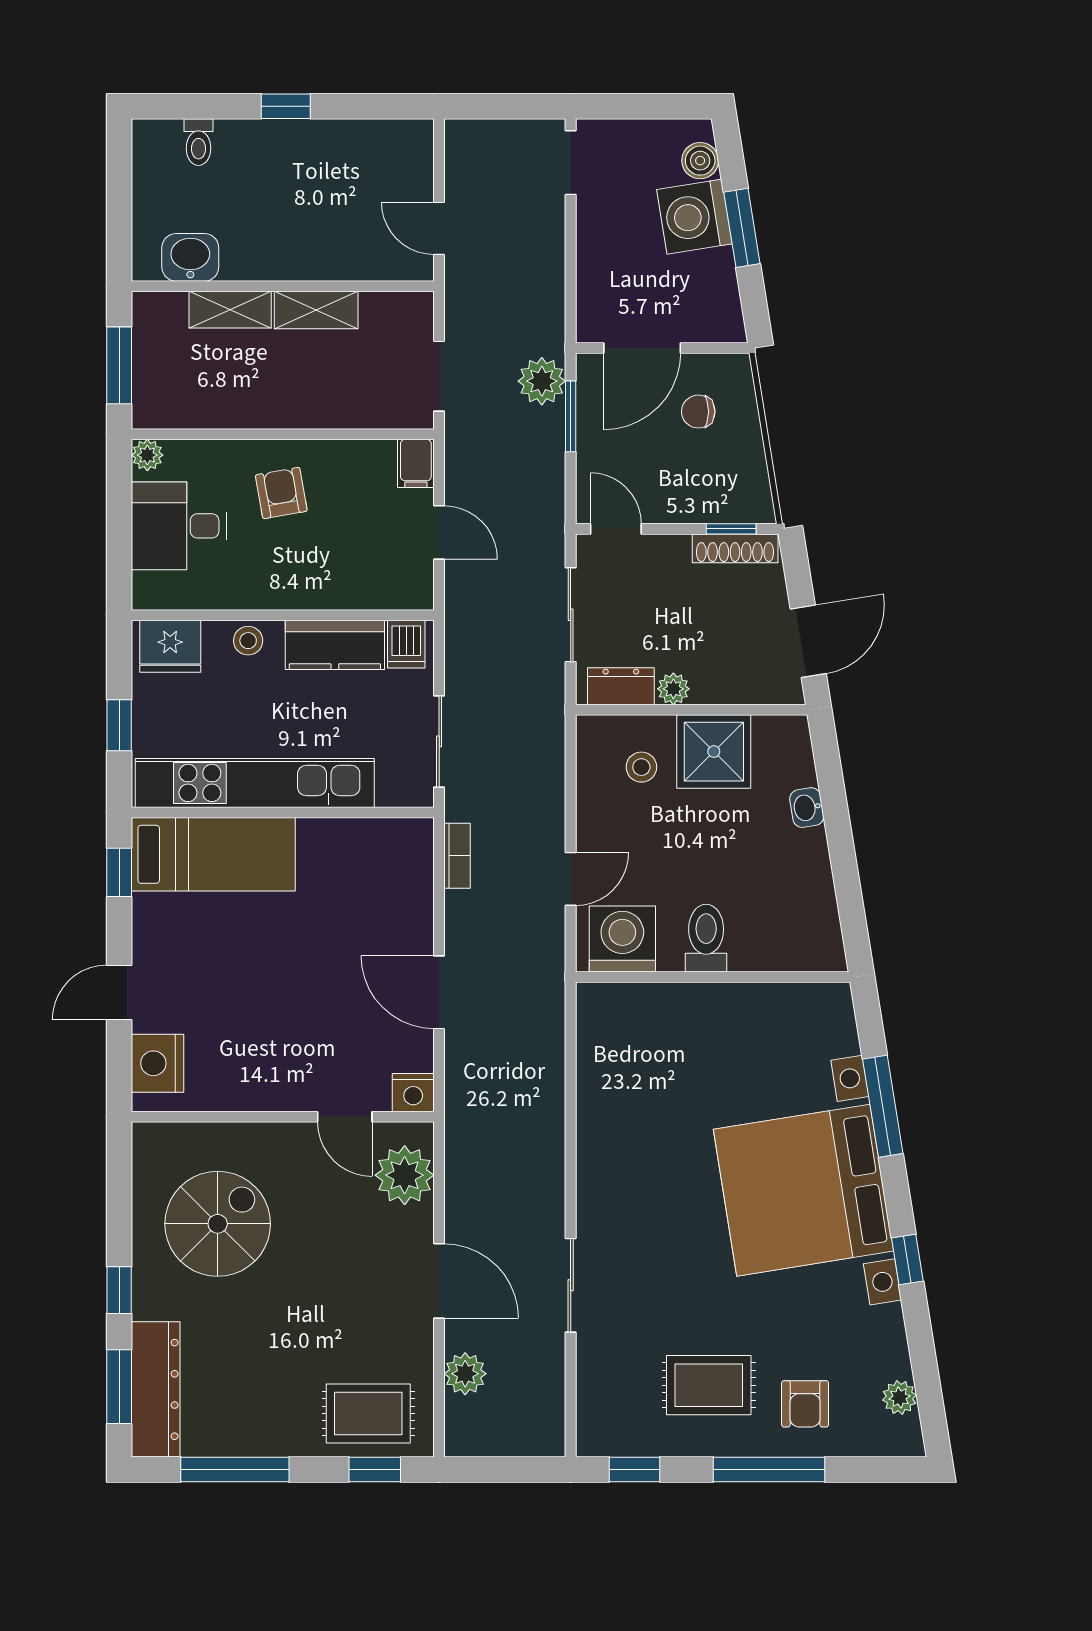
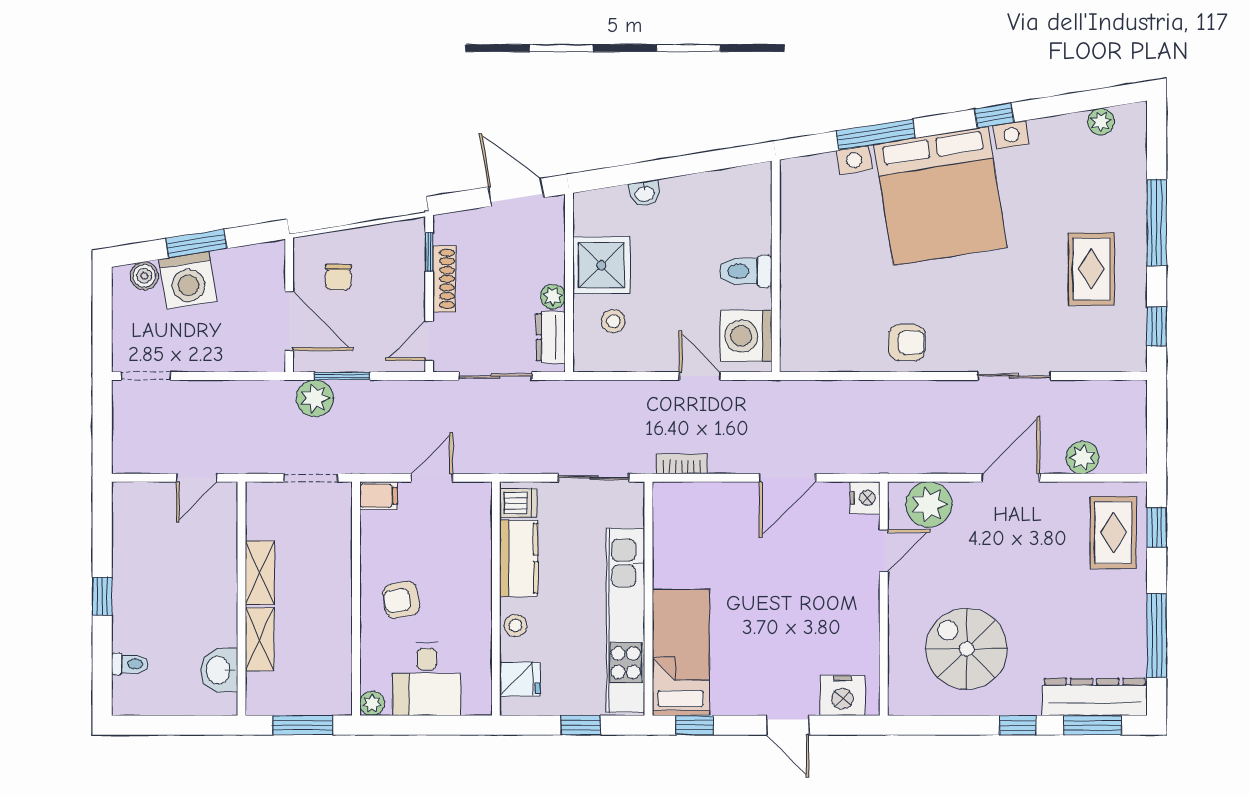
shoe rack: (735, 548) -> (444, 279), moved
fridge: (170, 646) -> (520, 679), width x0.72
armchair: (805, 1404) -> (907, 343), moved

